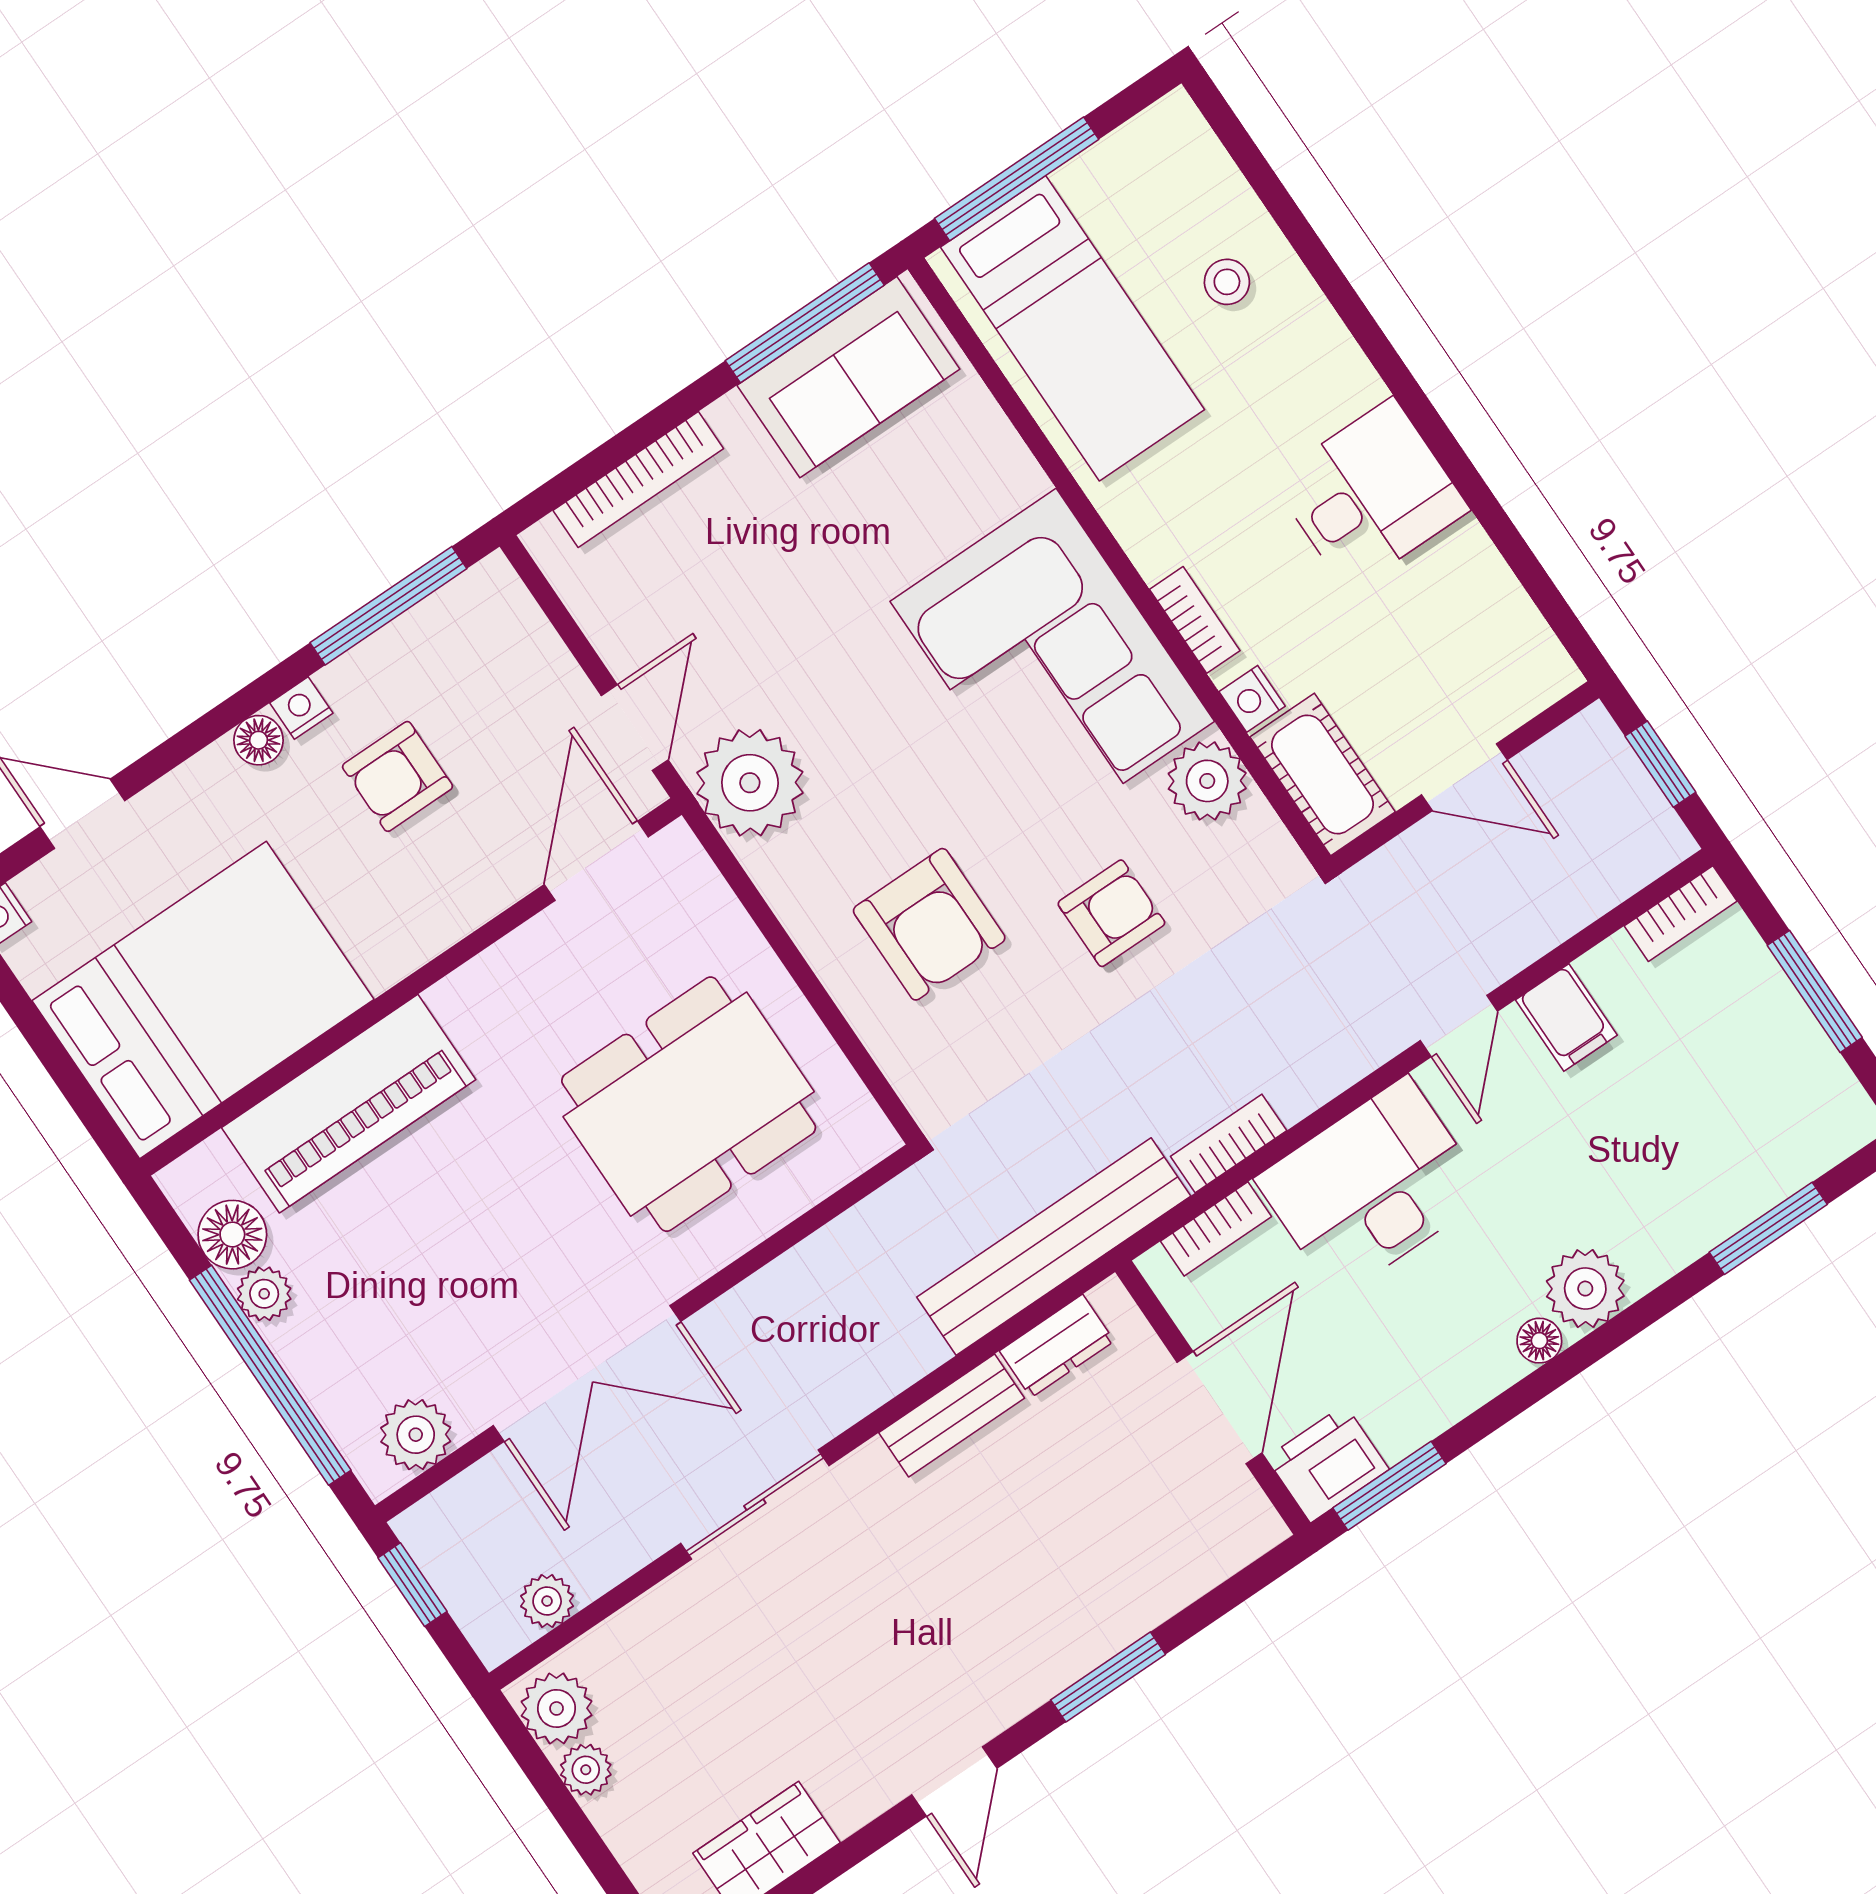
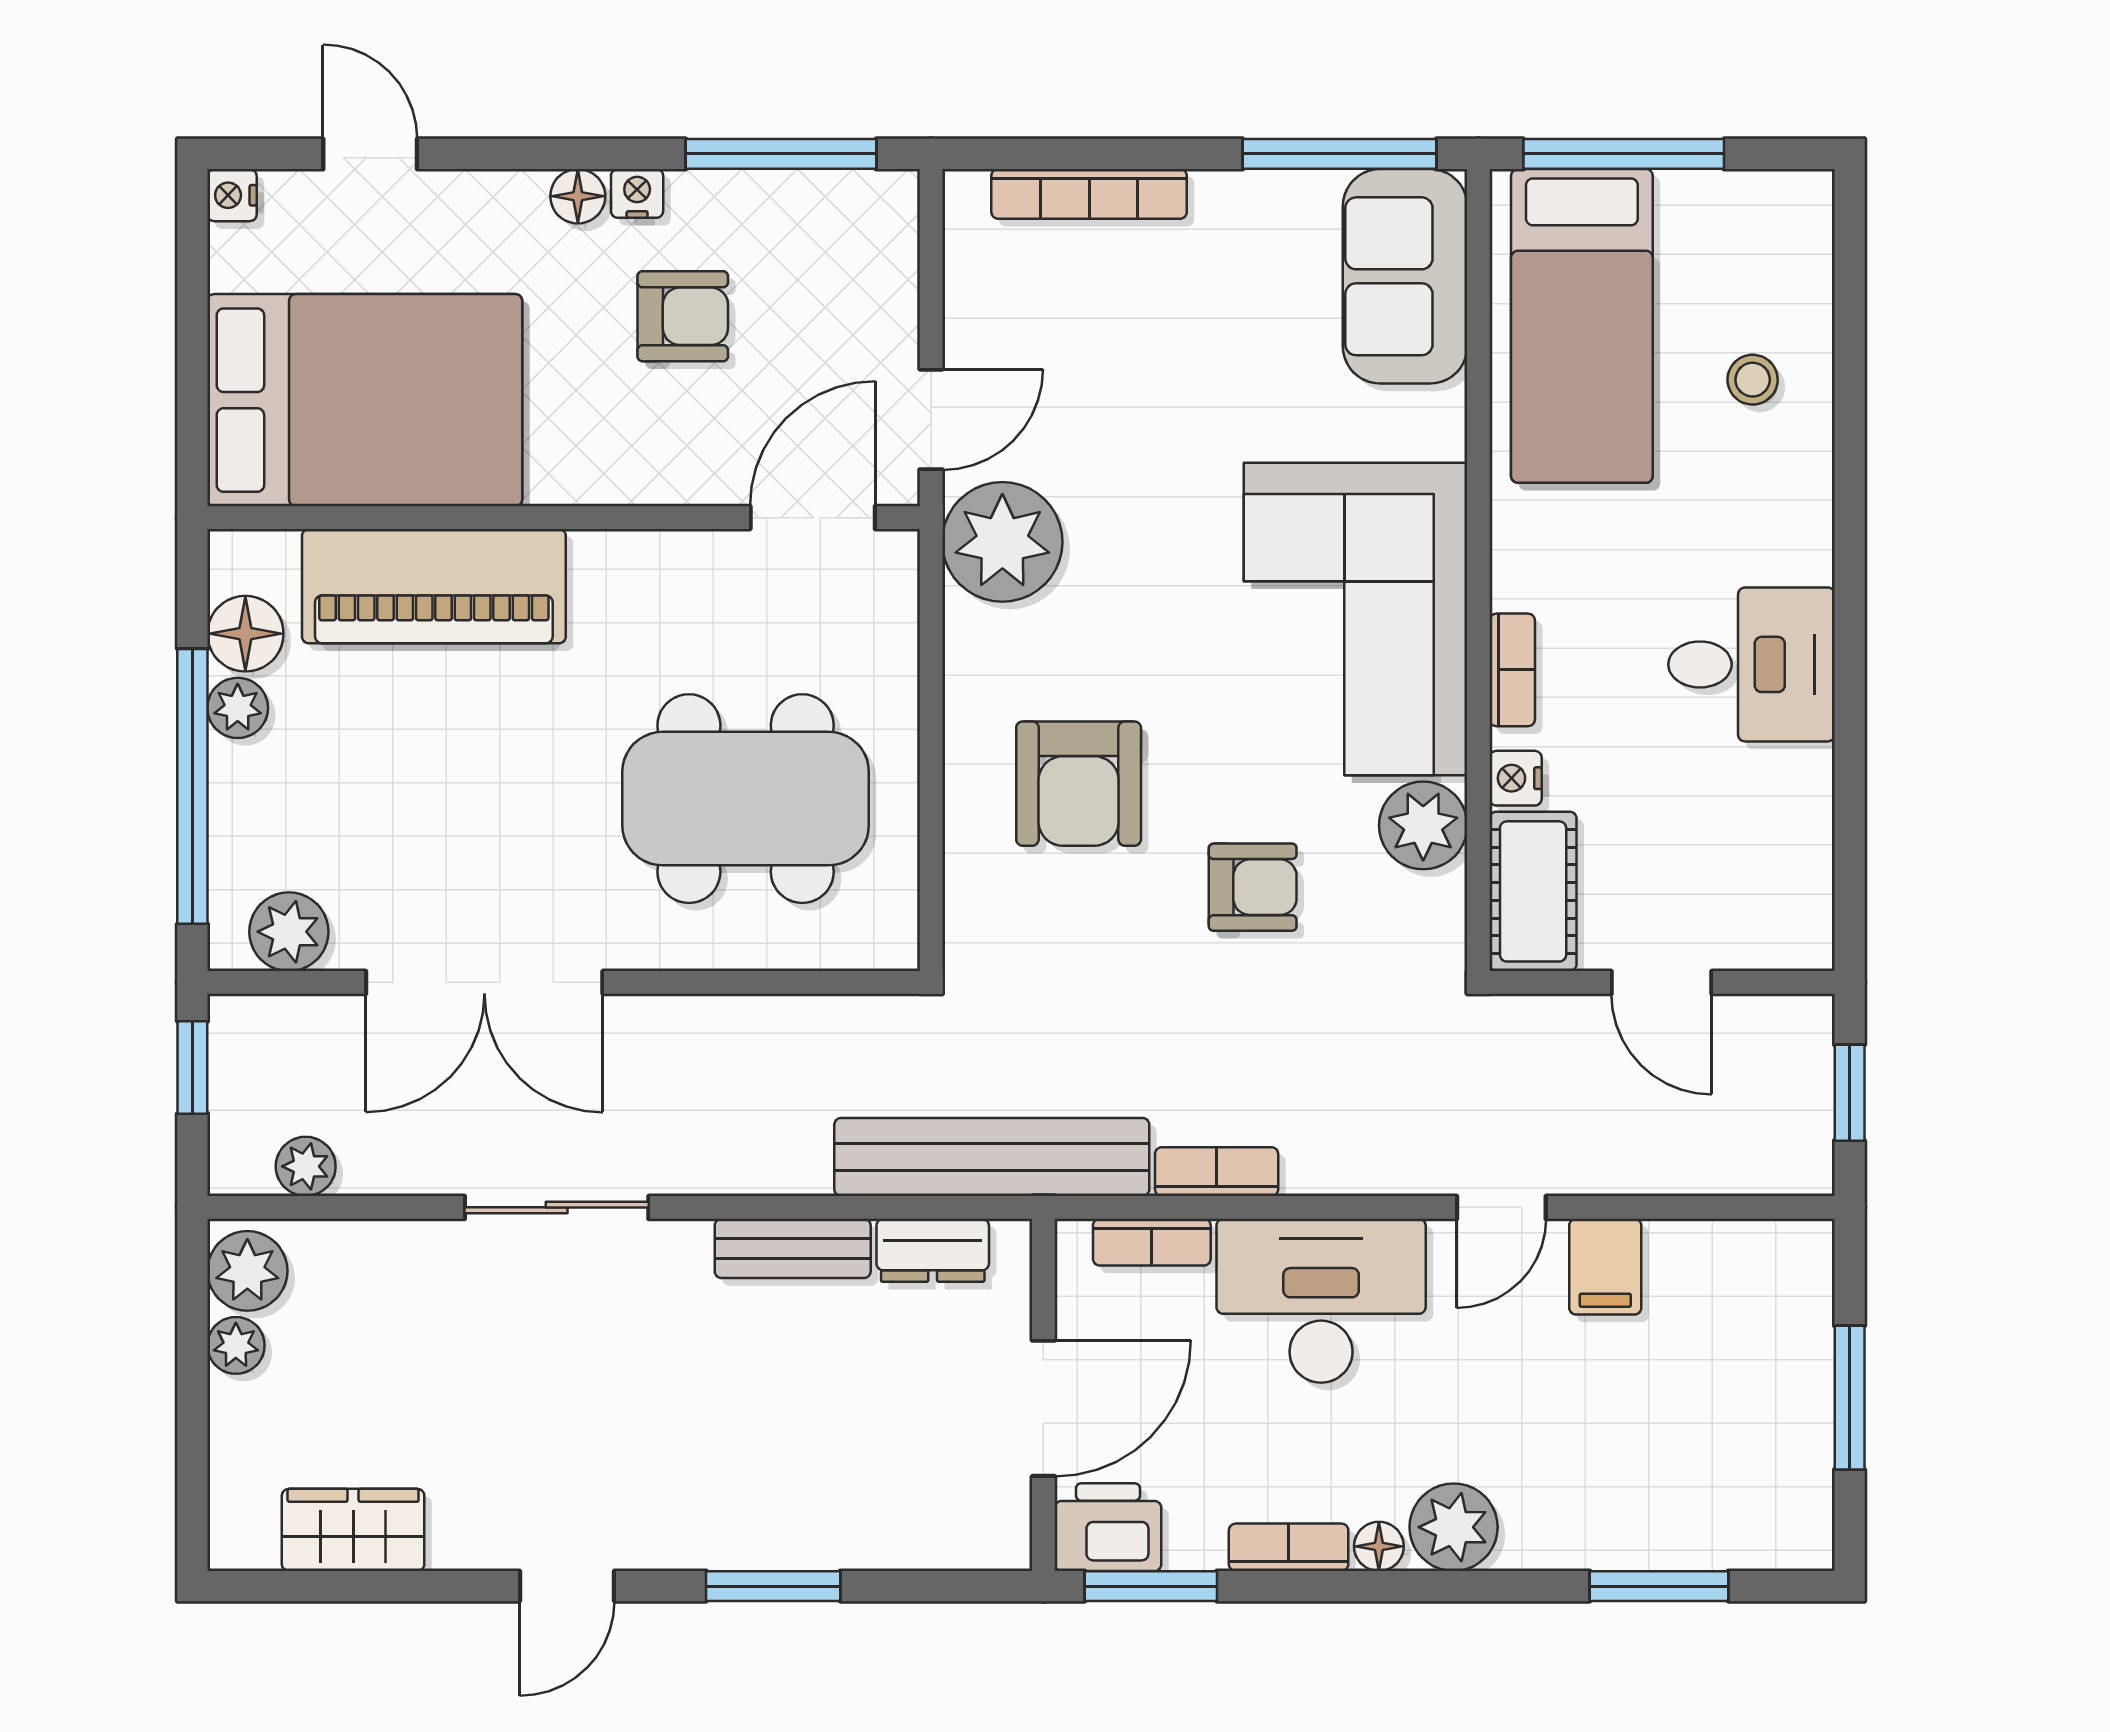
sofa: (848, 377) -> (1405, 276), moved, turned 90
armchair: (398, 776) -> (683, 316), turned 180
bookcase: (1681, 914) -> (1289, 1547), moved, turned 180

